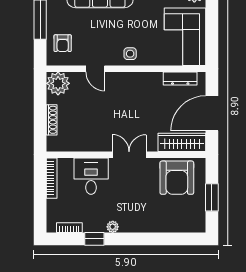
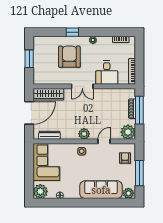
door: (95, 69) -> (104, 141), hinge flipped
plant: (126, 81) -> (84, 134), added
window: (40, 118) -> (139, 110), added
armchair: (177, 178) -> (69, 57), moved
window: (94, 239) -> (72, 32), moved

